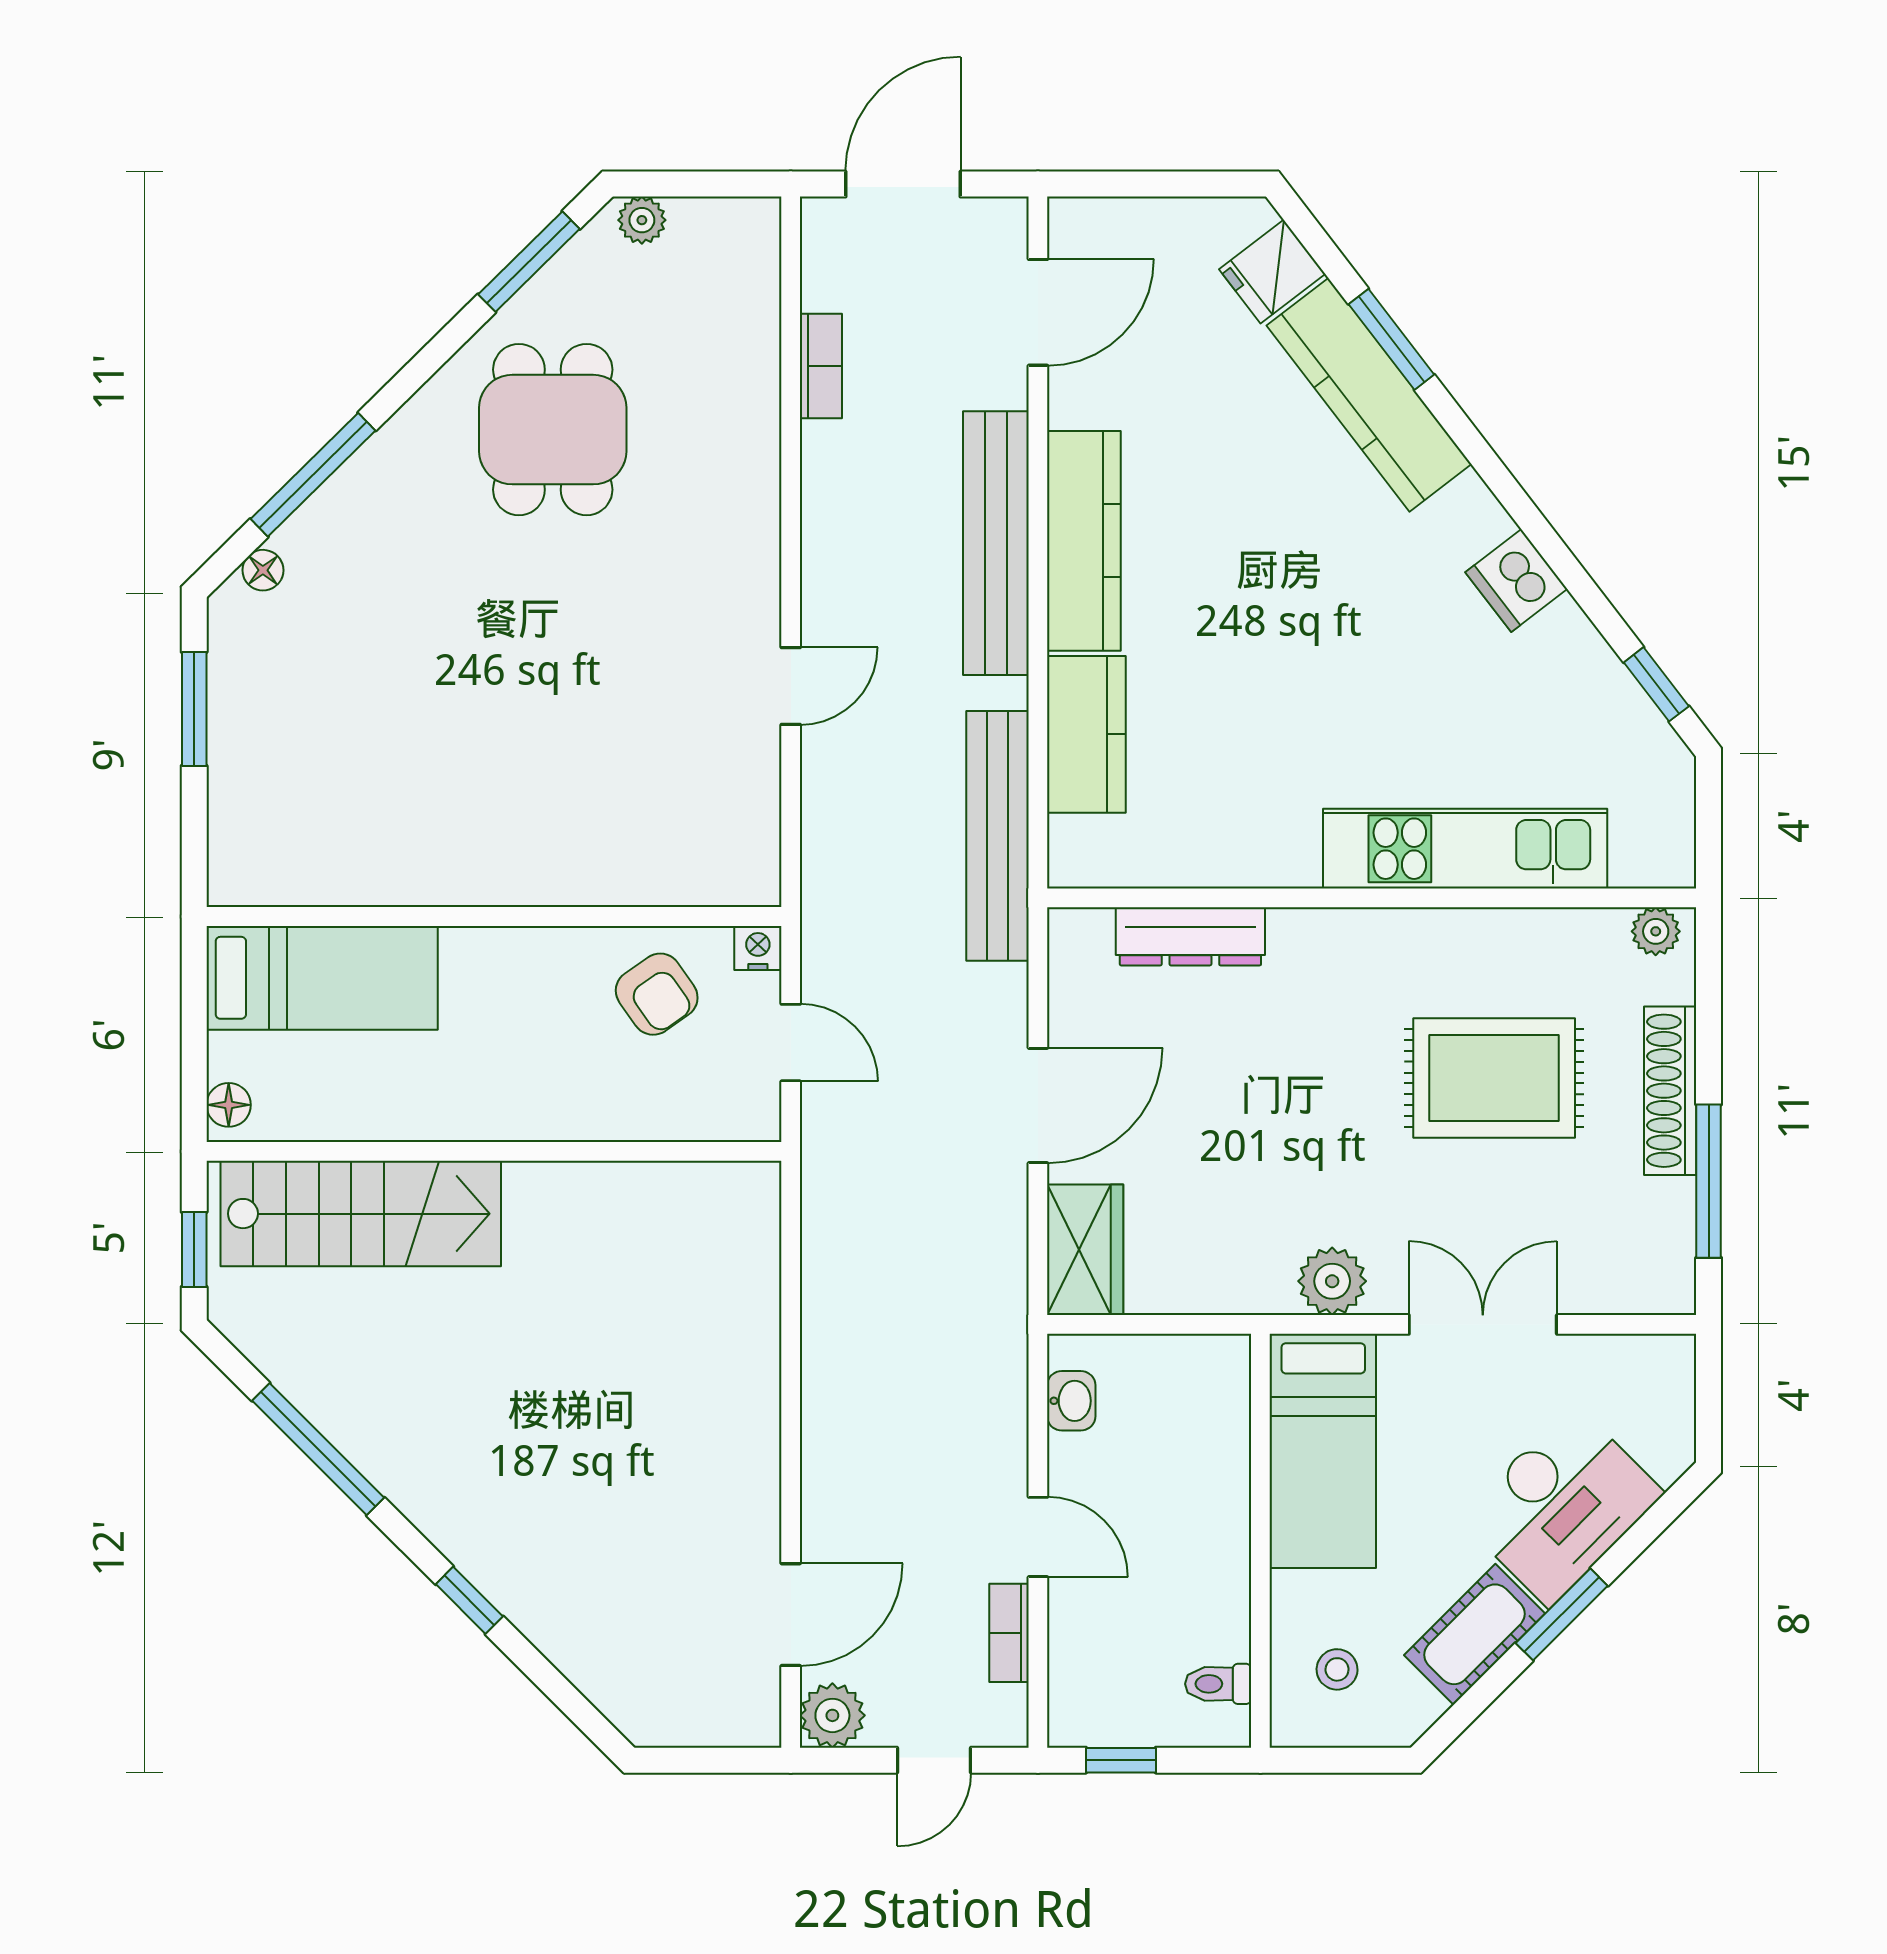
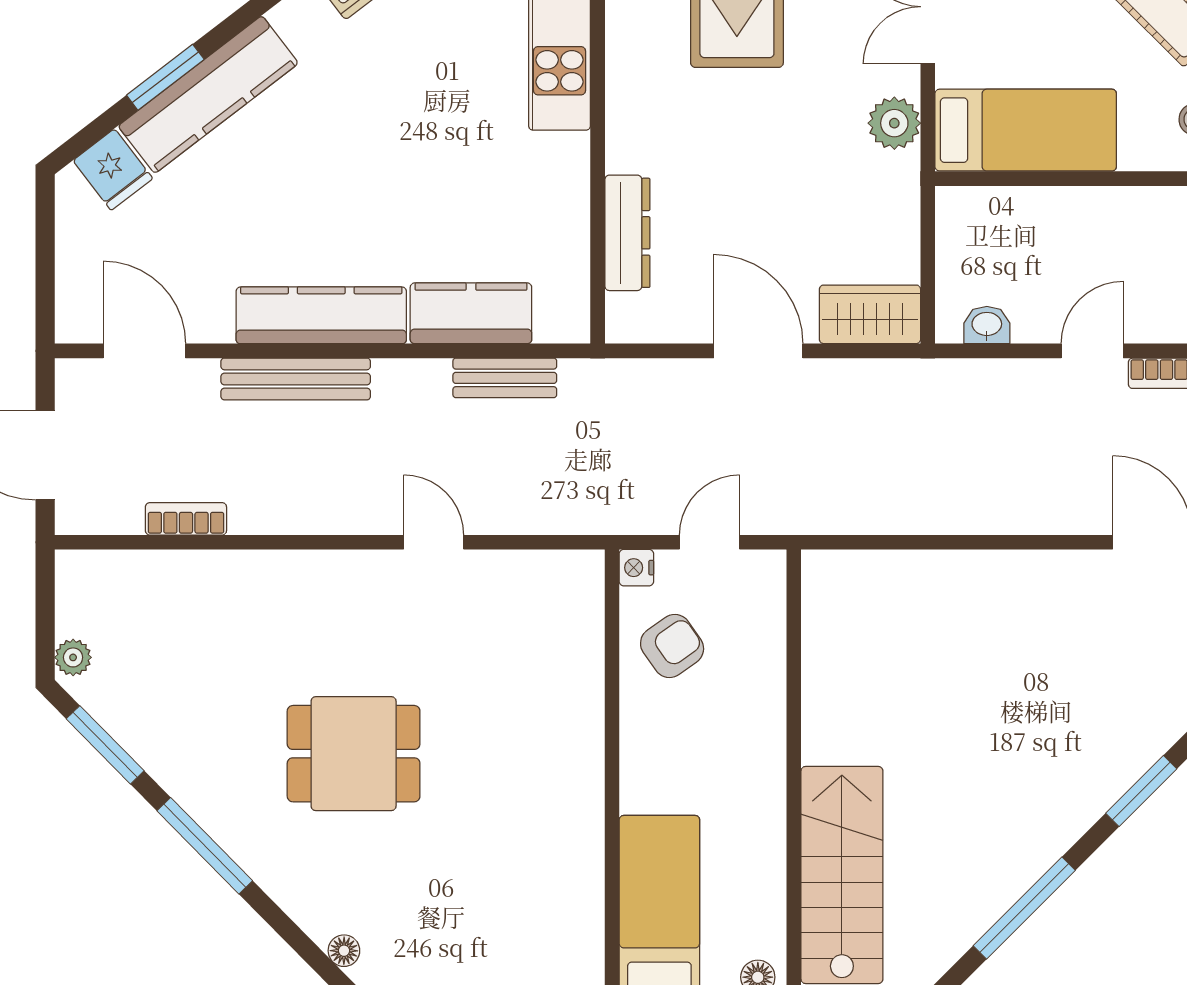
dining table: (553, 430) -> (354, 754), moved
window: (313, 475) -> (205, 846), moved
bench: (996, 543) -> (296, 379), width x0.73, depth x0.82
bench: (998, 836) -> (505, 378), width x0.54, depth x0.82
window: (469, 1600) -> (1141, 791), width x1.50

